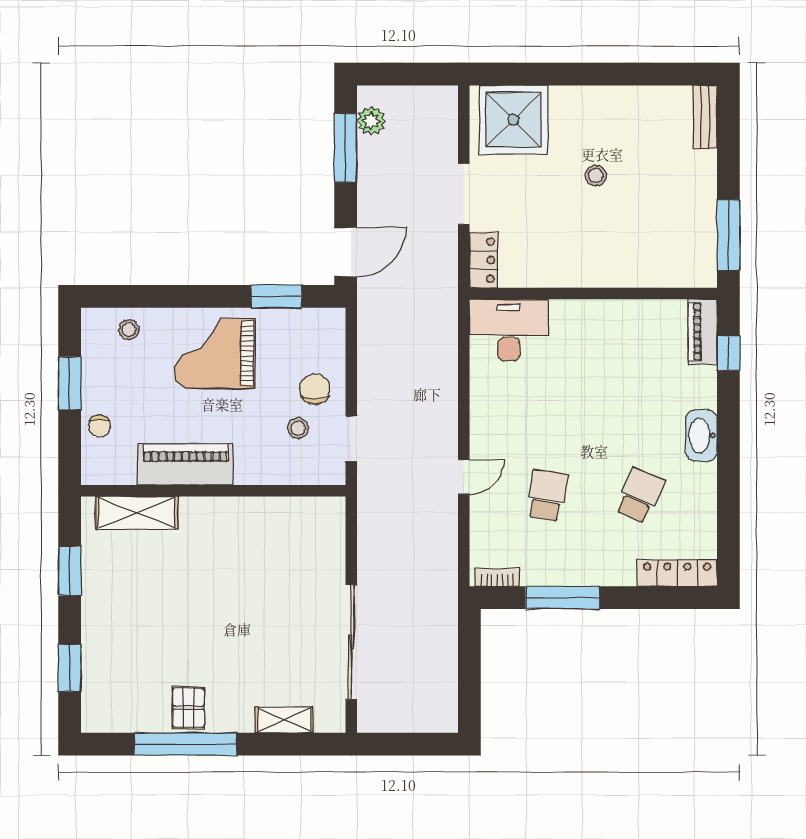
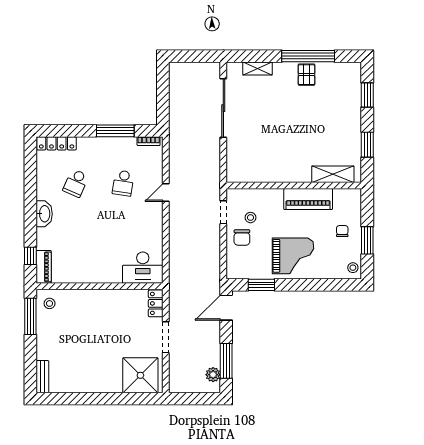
stool: (596, 176) -> (50, 303), moved
stool: (129, 330) -> (353, 268), moved
chair: (100, 426) -> (342, 231), moved

